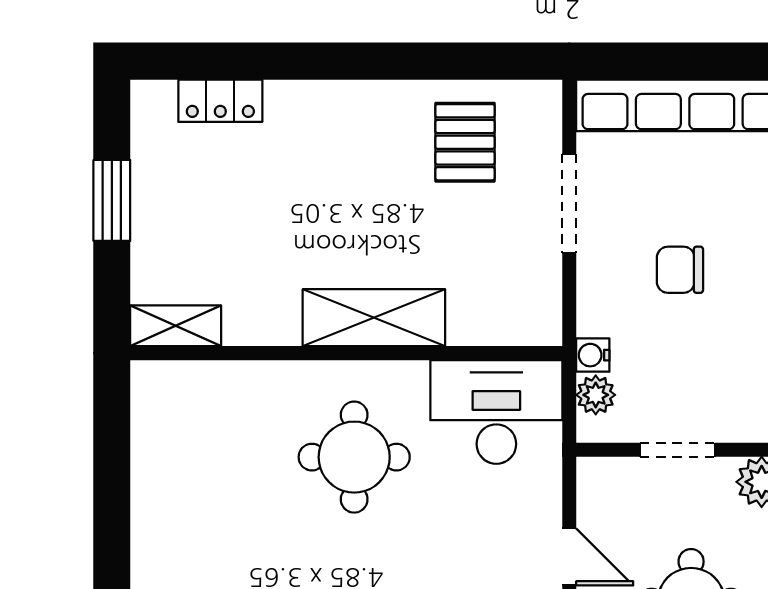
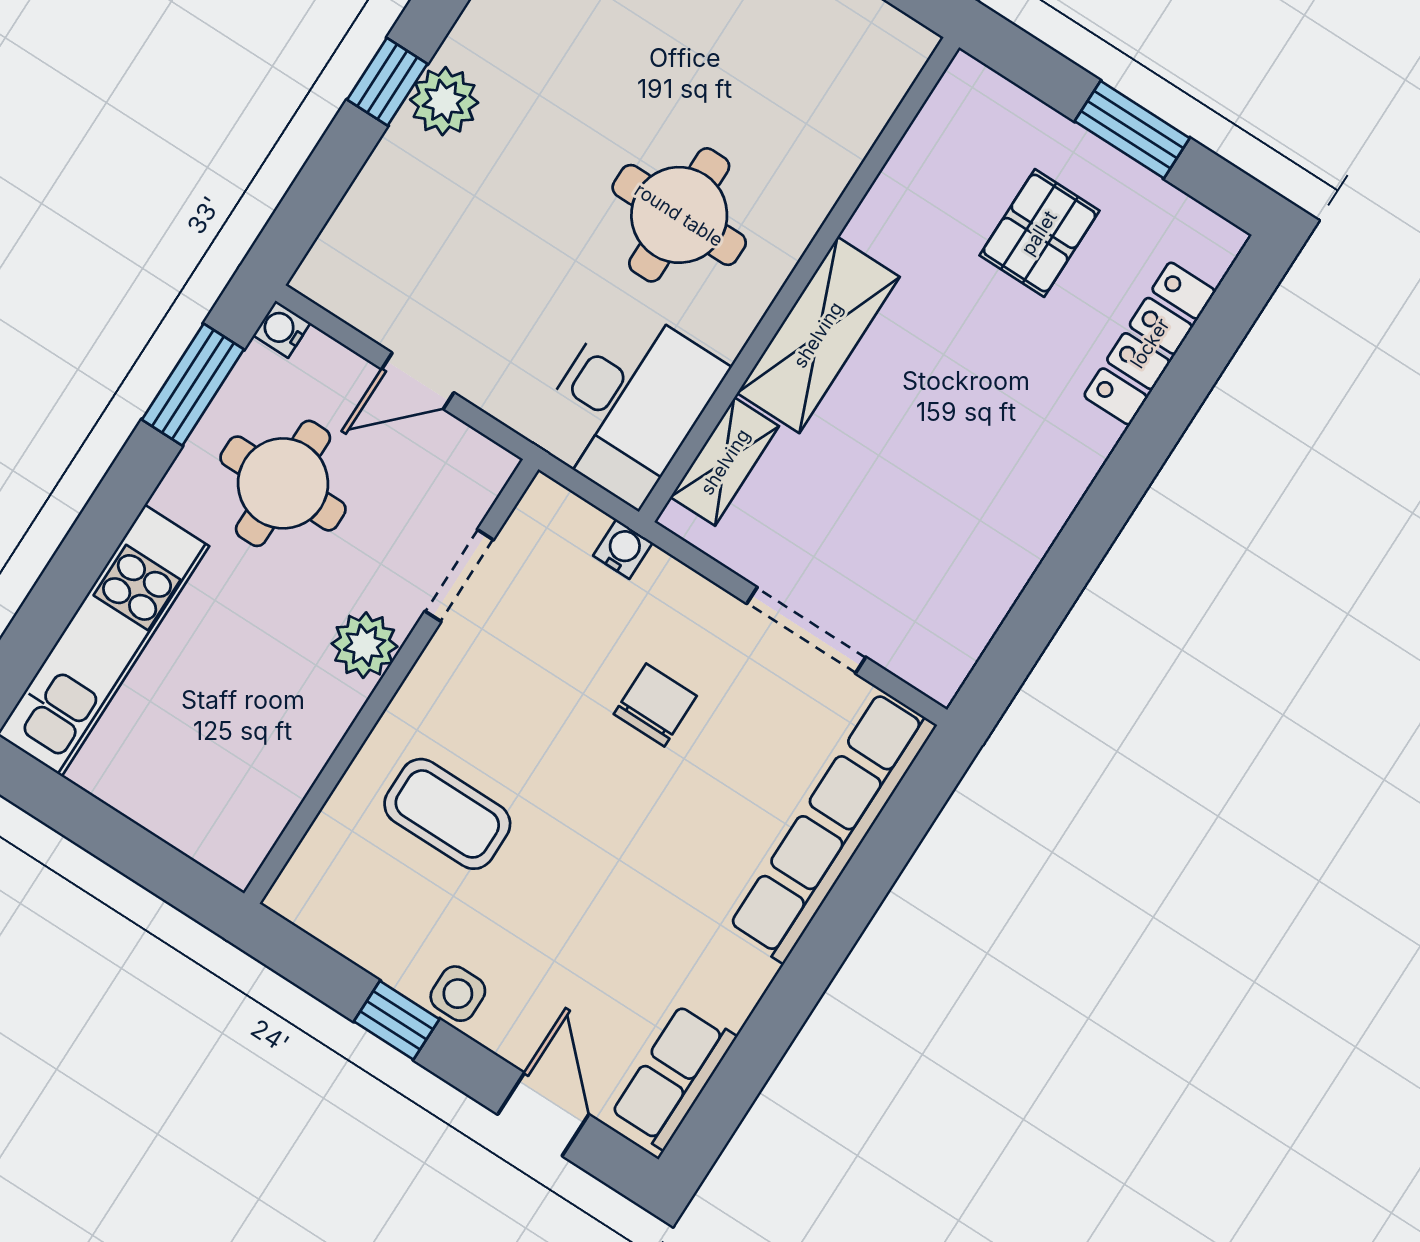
locker: (220, 101) -> (1150, 343), width x1.53
pallet: (465, 142) -> (1039, 233), moved, turned 90
shelving: (176, 326) -> (725, 462), moved
plant: (596, 395) -> (577, 524), removed

